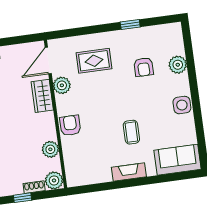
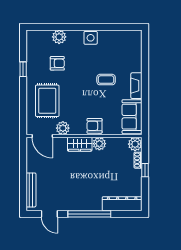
rug: (94, 61) -> (47, 101), width x1.36, depth x1.43
wardrobe: (42, 96) -> (80, 144), moved
plant: (50, 149) -> (99, 144), moved
sofa: (178, 160) -> (132, 117), moved

